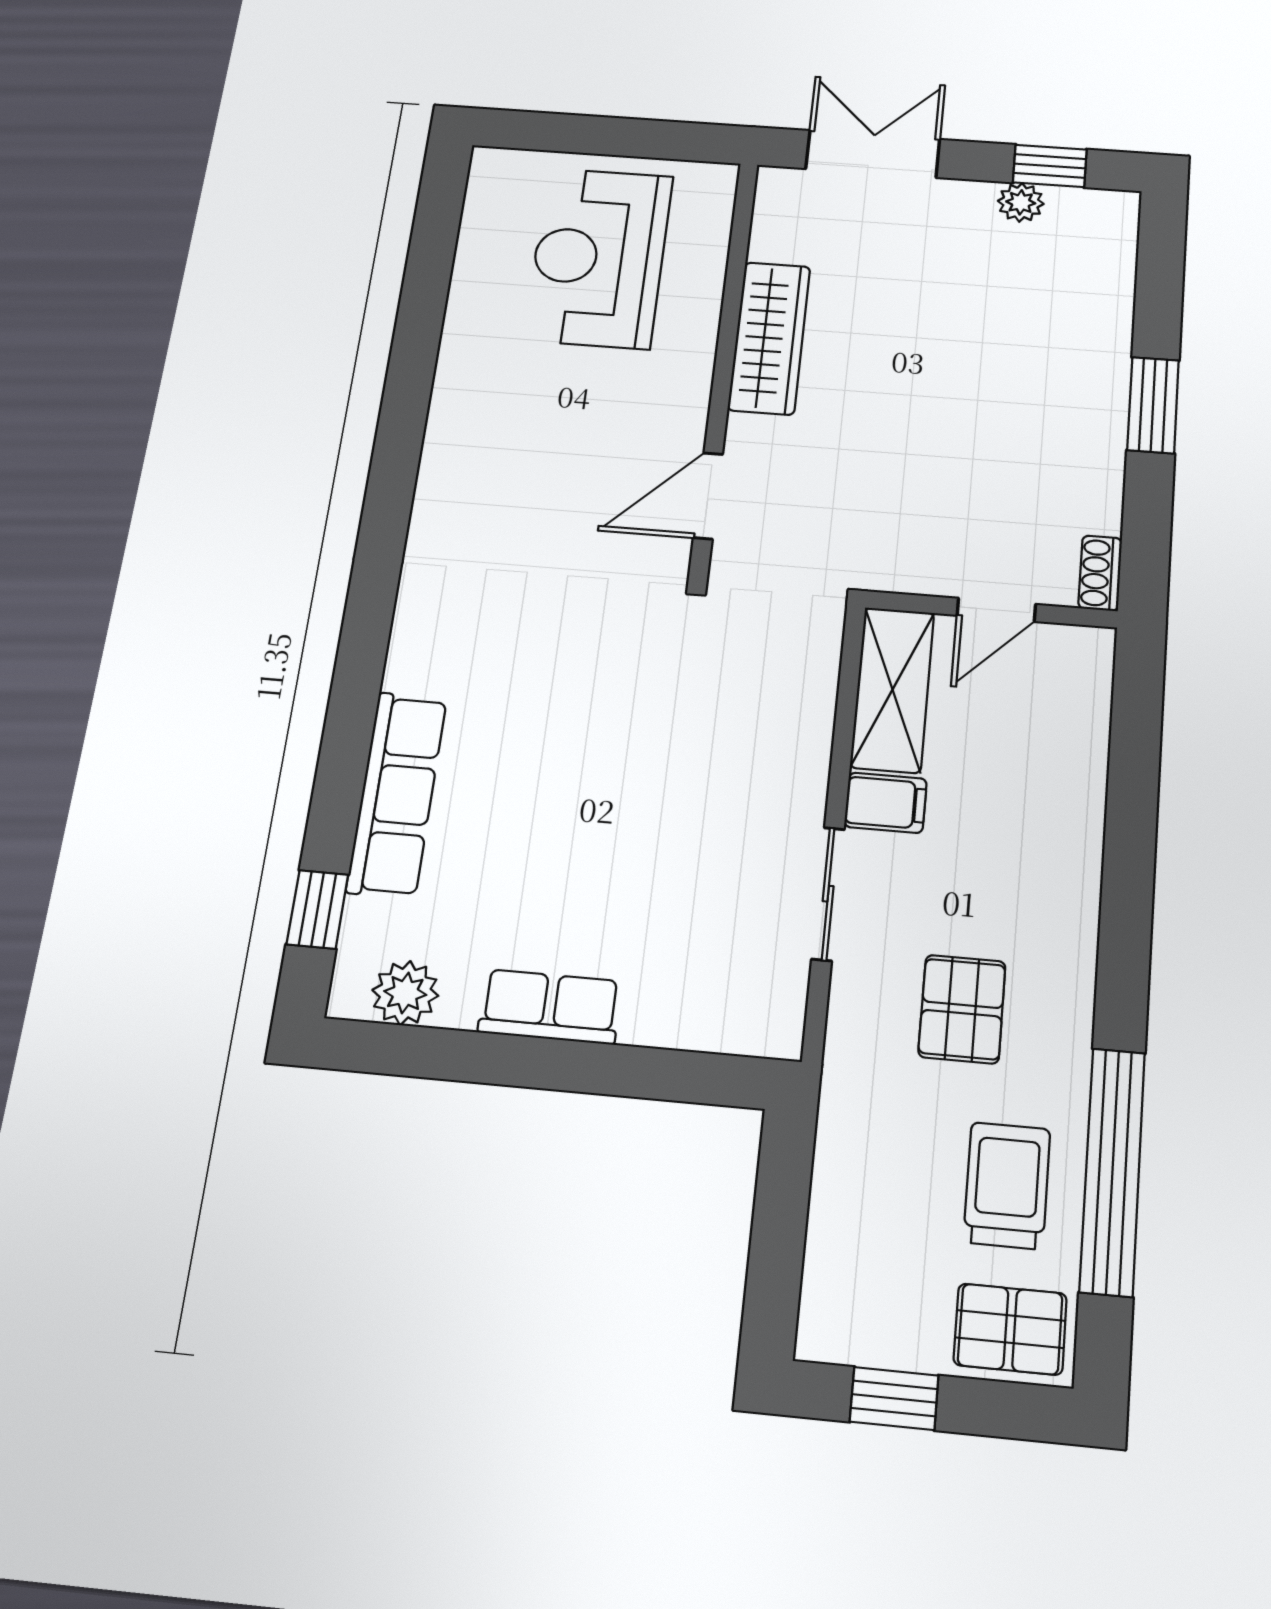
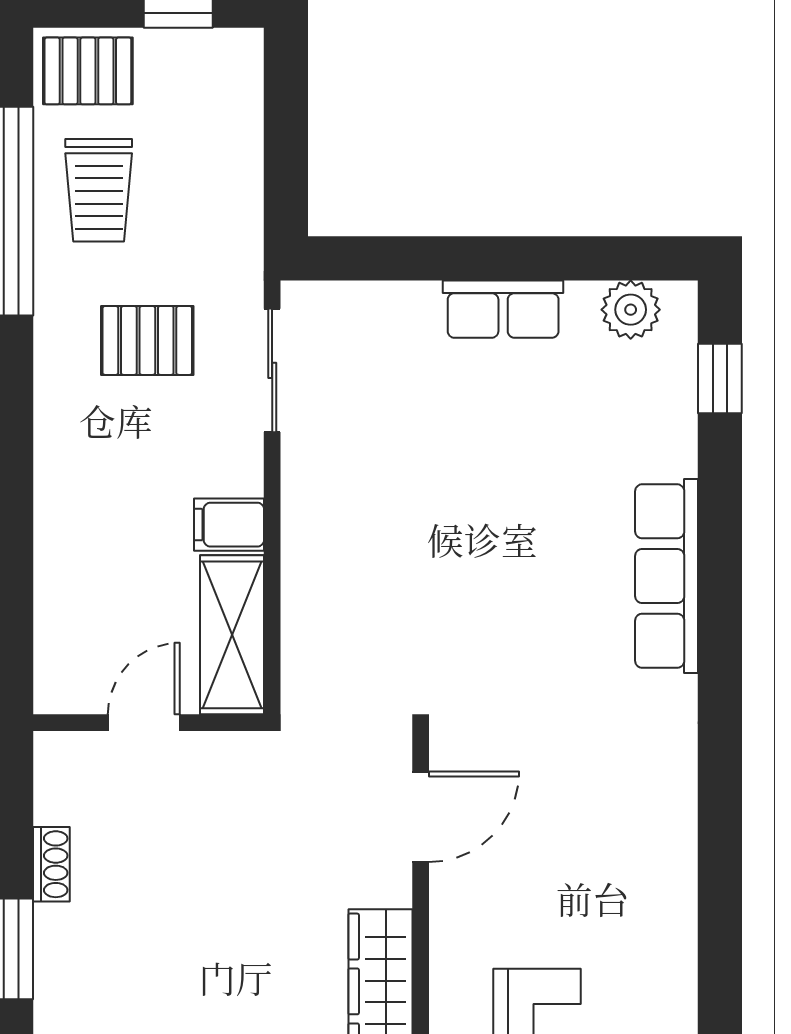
shoe rack: (1100, 573) -> (51, 864), moved
row of seats: (397, 794) -> (667, 576), moved
sliding door: (828, 894) -> (272, 370), moved
pallet: (962, 1009) -> (147, 340), turned 90

